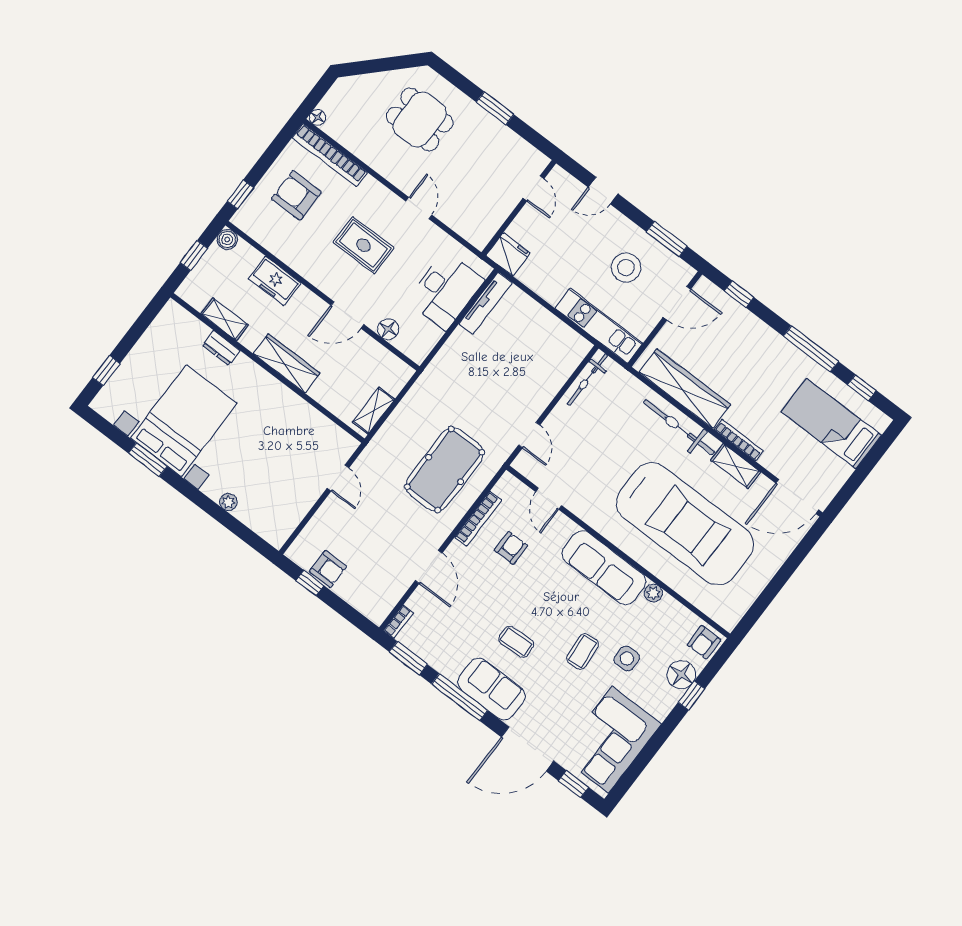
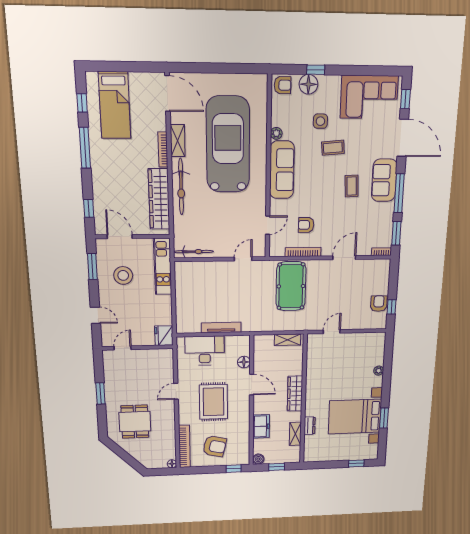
armchair: (296, 195) -> (215, 446), turned -77
rug: (363, 245) -> (213, 402), width x1.36, depth x1.43
tv unit: (486, 303) -> (221, 327), moved
pool table: (445, 469) -> (291, 286), turned 90

